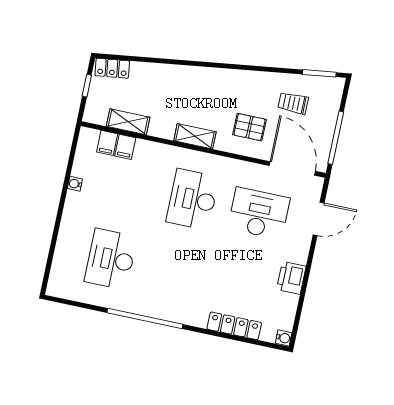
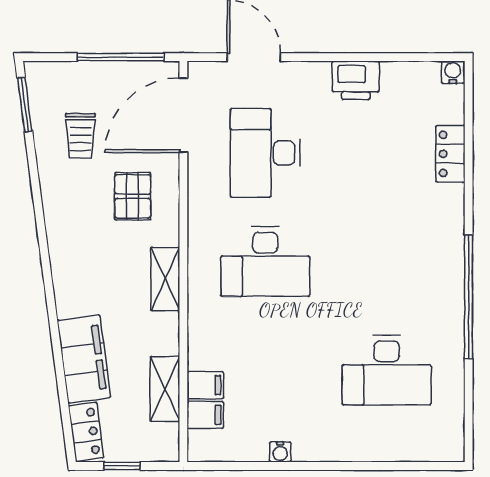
filing cabinet: (157, 76) -> (84, 359), added
locker: (234, 326) -> (450, 154), width x0.66

